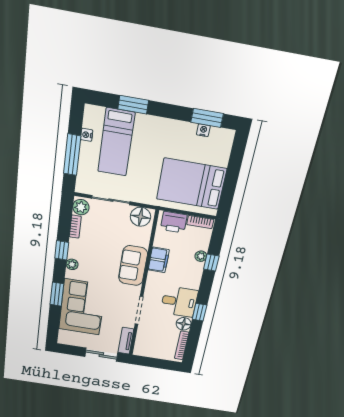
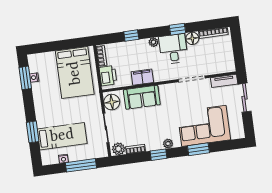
plant: (201, 256) -> (154, 42), moved
sofa: (133, 266) -> (142, 97), moved

